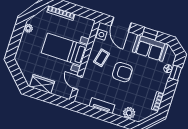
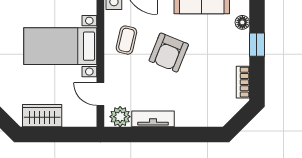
armchair: (122, 72) -> (169, 53), turned 112
window: (175, 73) -> (257, 45), moved
plant: (129, 113) -> (120, 117), moved

